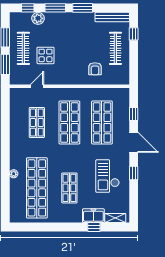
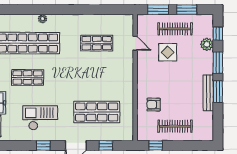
bench: (112, 17) -> (208, 93), moved
window: (134, 34) -> (156, 145), moved
shop shelf: (69, 123) -> (97, 78), removed

